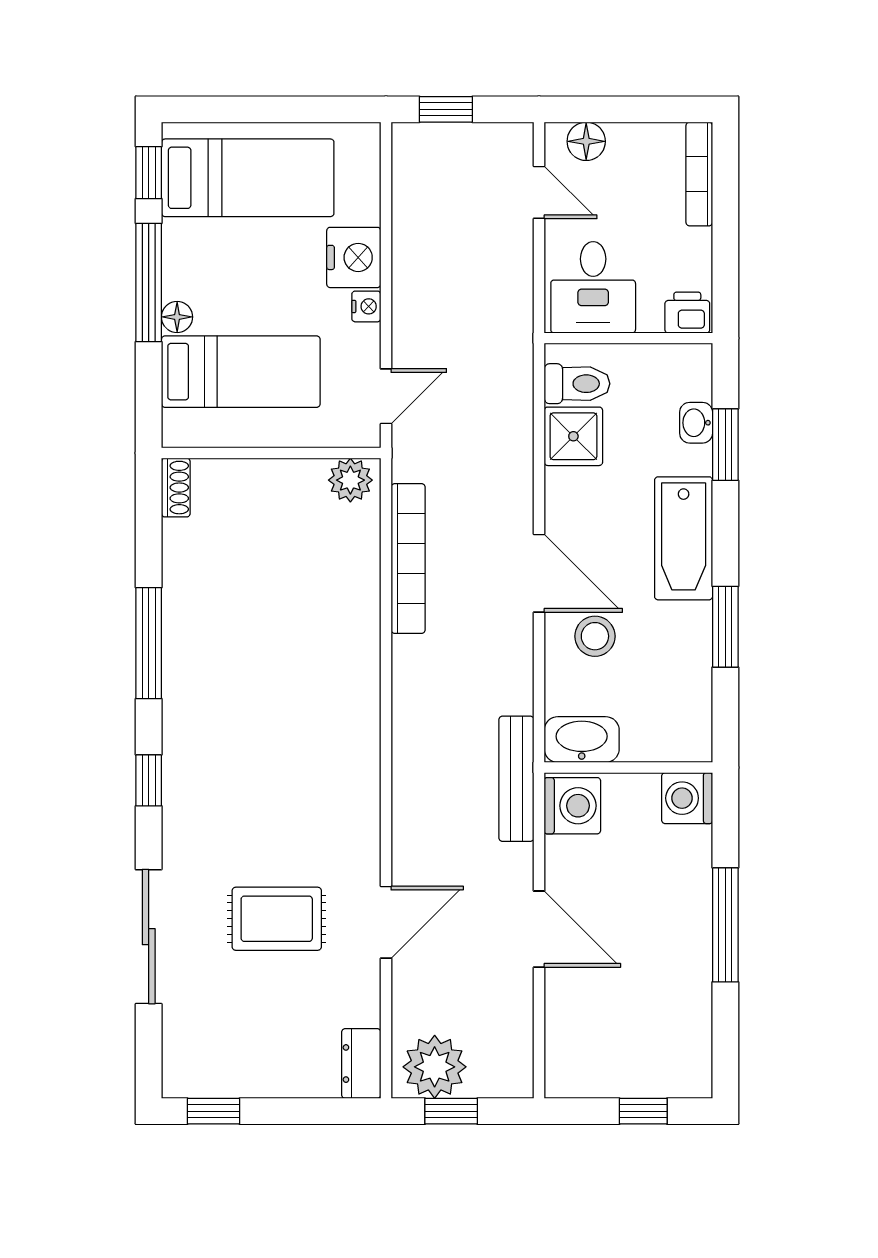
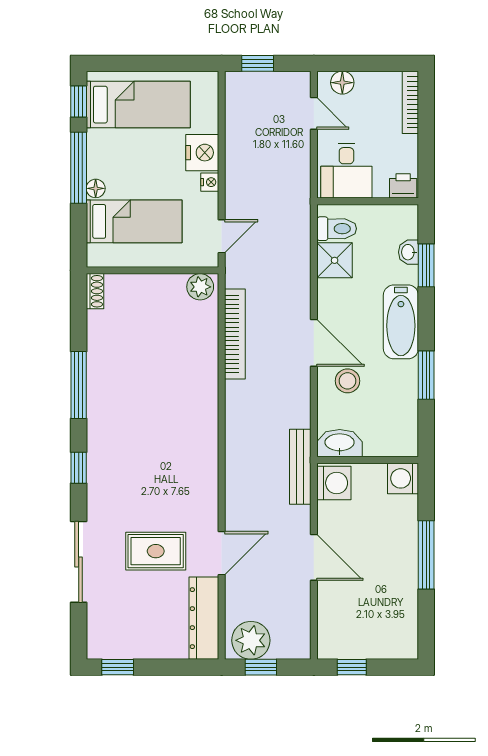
dresser: (361, 1064) -> (204, 618), width x1.96, depth x1.24
window: (643, 1111) -> (352, 667), moved

